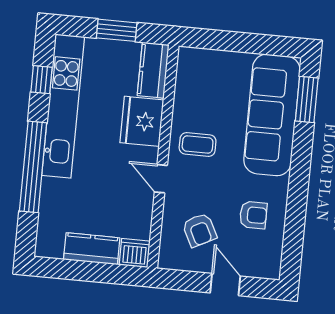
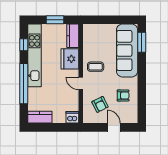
kitchen counter: (92, 249) -> (40, 117), moved

